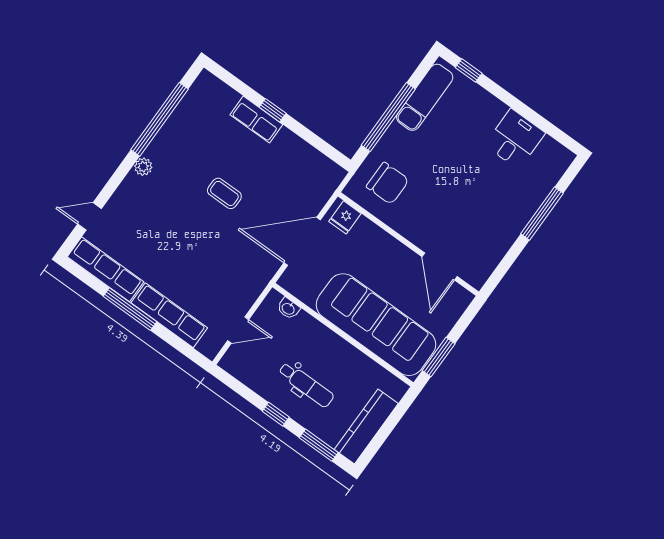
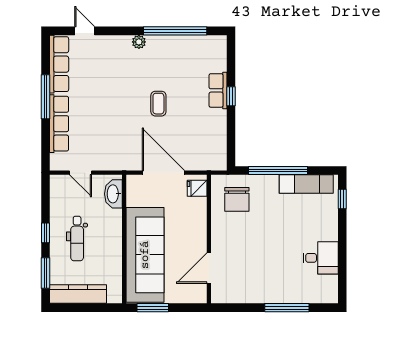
washbasin: (288, 308) -> (113, 194), width x1.91, depth x1.45

